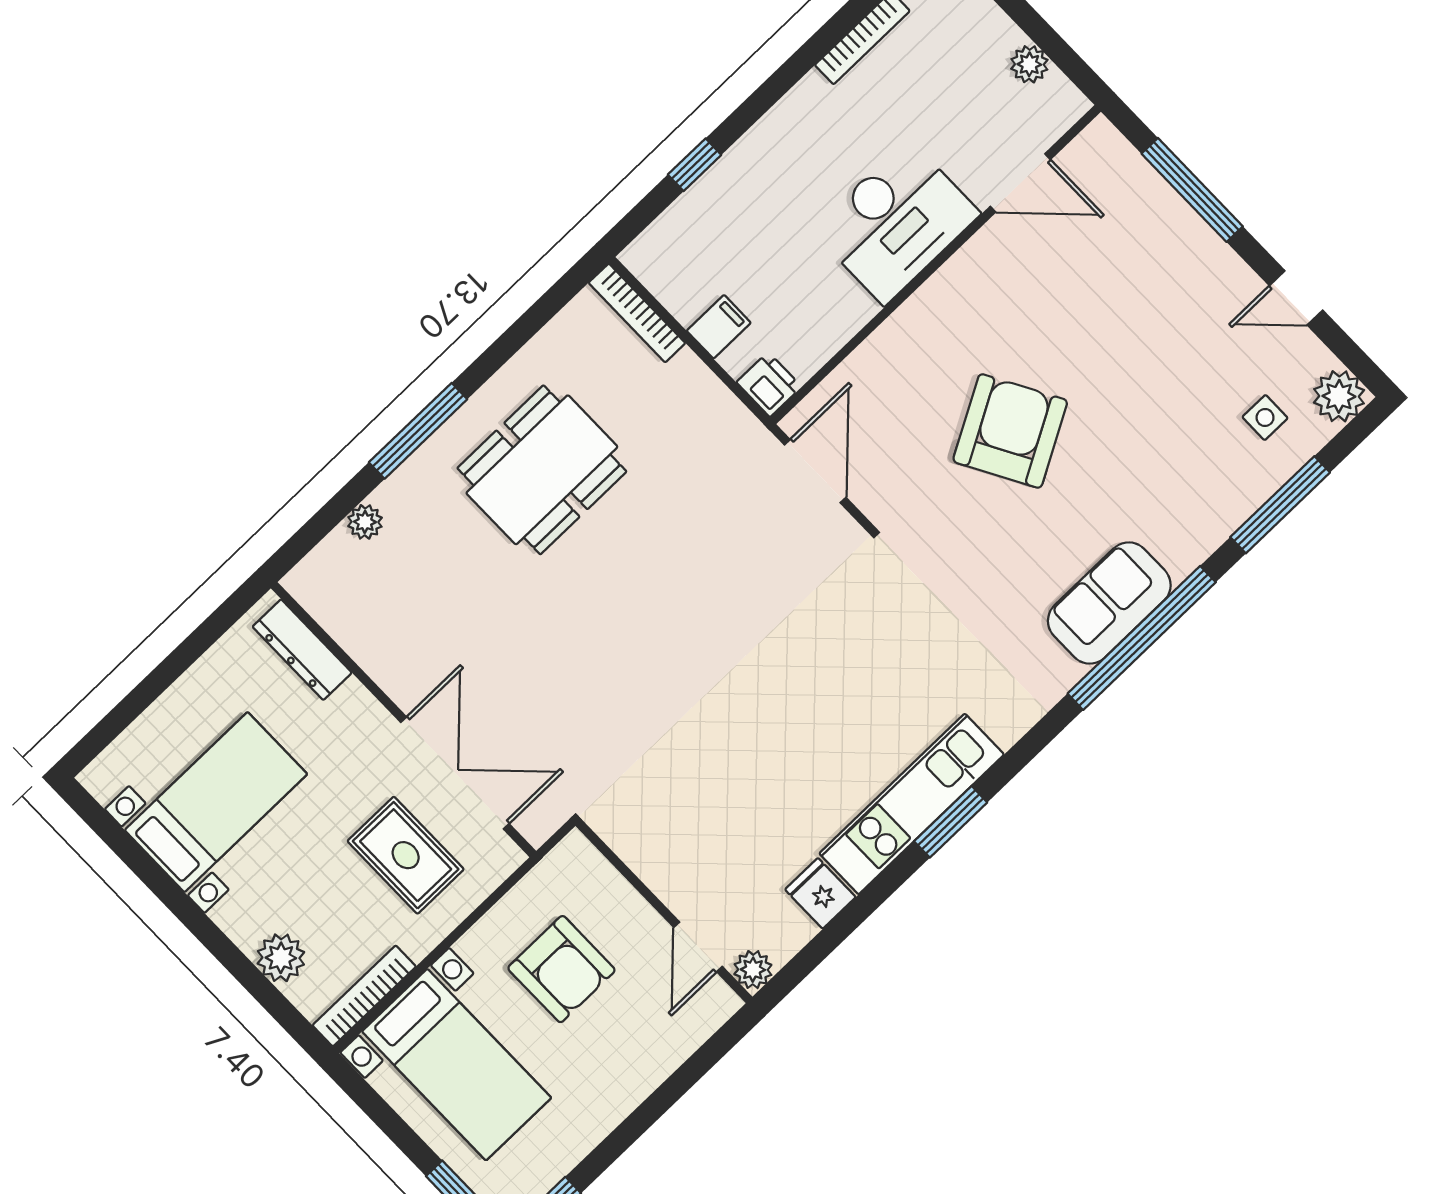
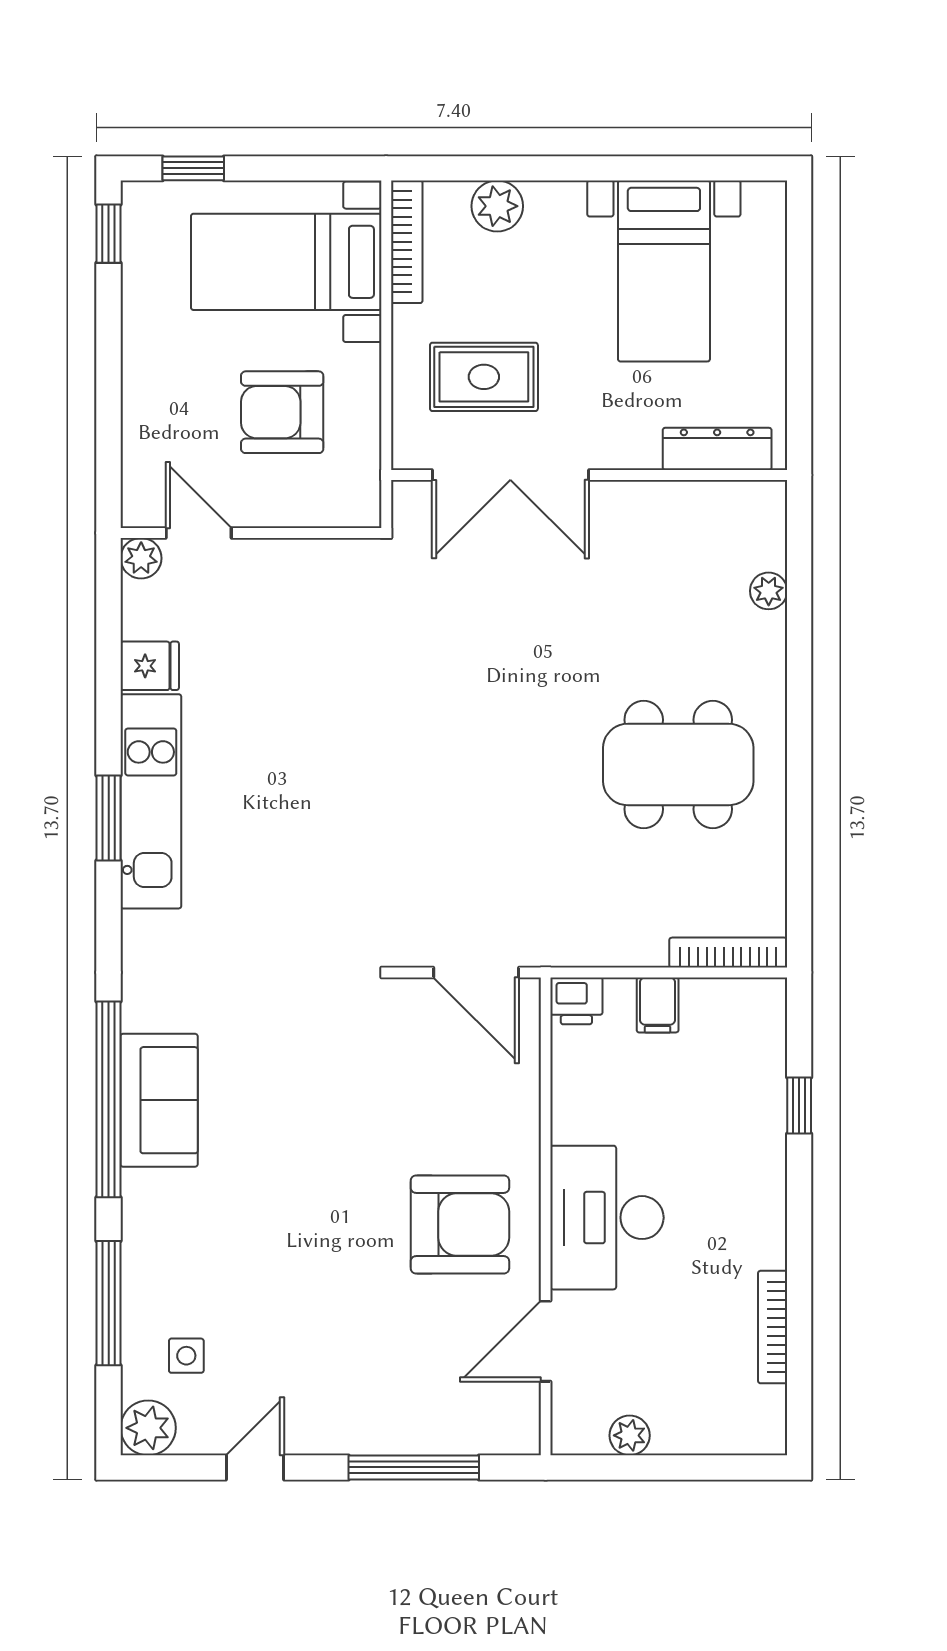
window: (418, 431) -> (799, 699), removed
armchair: (1010, 431) -> (460, 1225), moved, turned -61
dining table: (542, 470) -> (678, 764), turned 90

